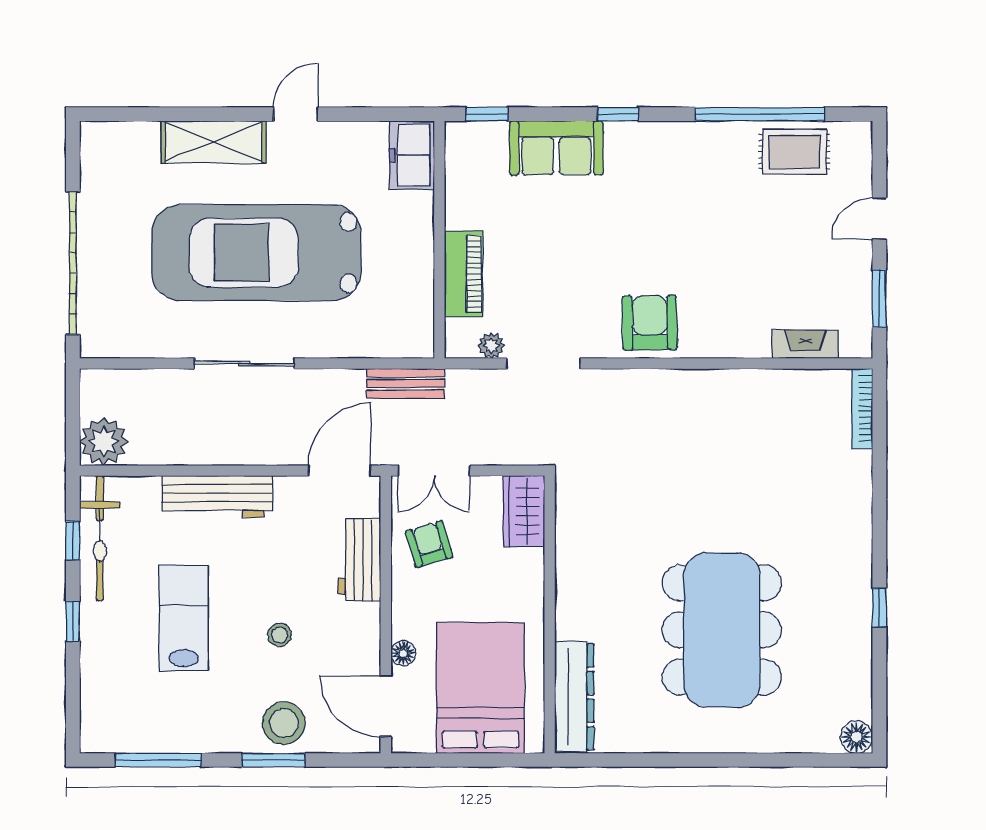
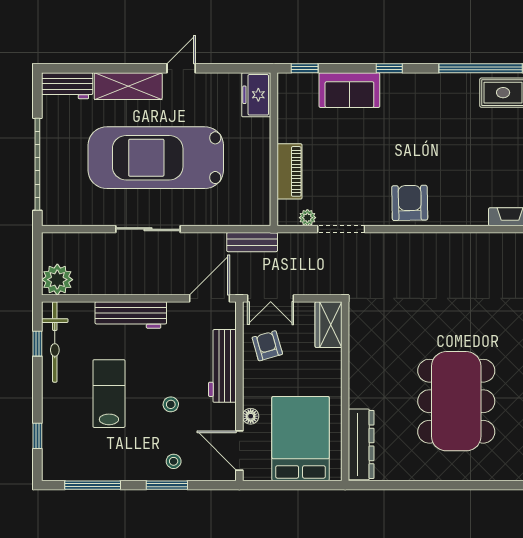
workbench: (119, 141) -> (67, 86), added
workbench: (359, 560) -> (222, 366), width x1.38
window: (73, 621) -> (37, 436), moved
stool: (284, 723) -> (174, 461), width x0.53, depth x0.53

